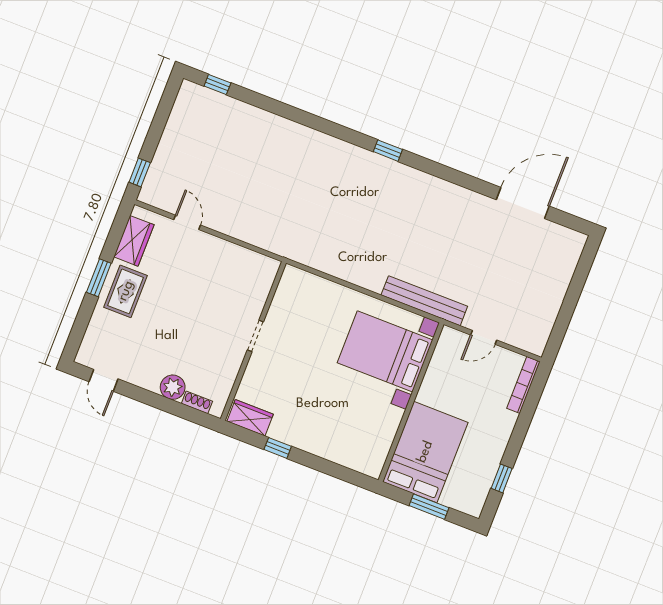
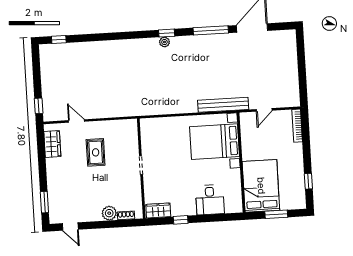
plant: (378, 163) -> (164, 42), added
window: (458, 178) -> (211, 30), added
window: (99, 278) -> (44, 202), moved
rug: (126, 291) -> (96, 152), moved
desk: (337, 437) -> (210, 200), added

